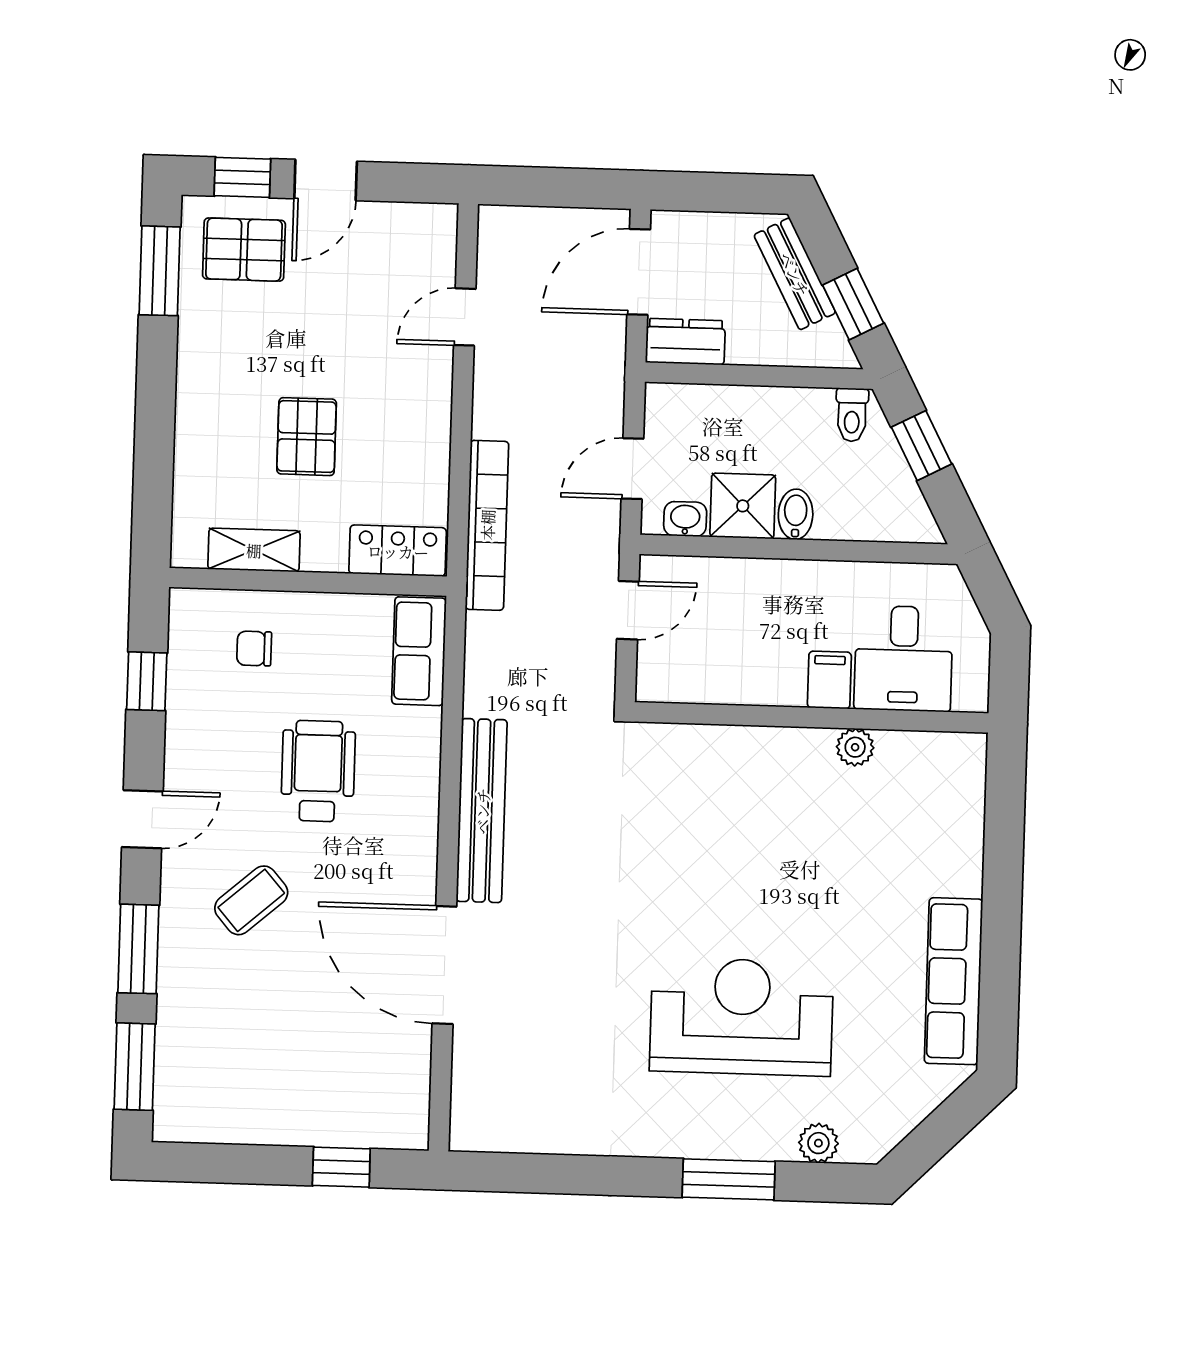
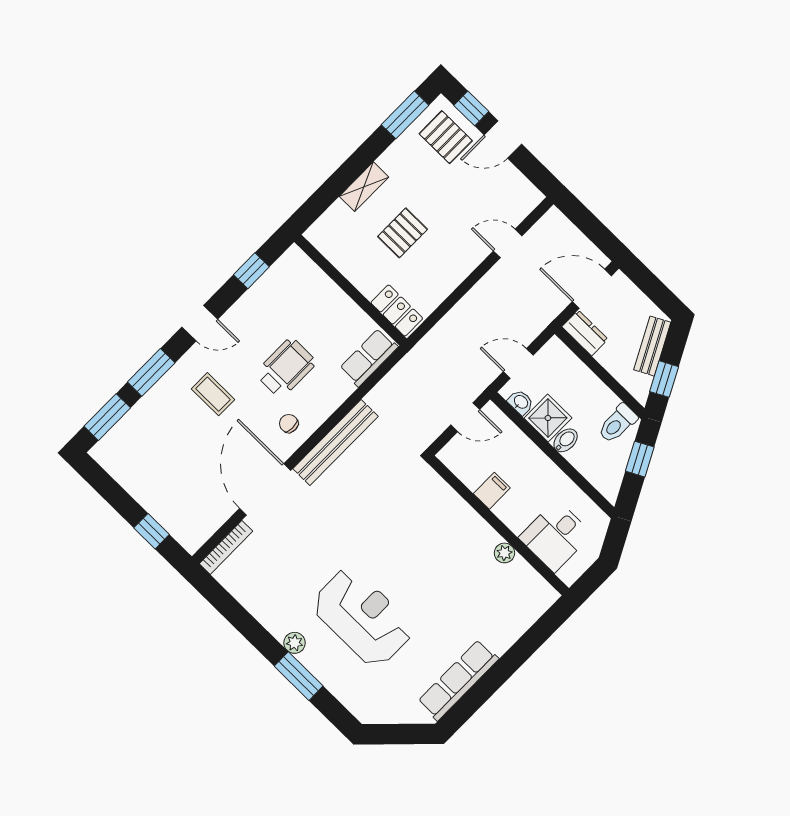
toilet: (852, 415) -> (617, 423), width x1.37, depth x1.39
bookcase: (487, 525) -> (226, 547), moved, width x0.68, depth x0.76
shelving: (254, 550) -> (364, 187), moved, turned 90
chair: (254, 649) -> (289, 424), moved
filing cabinet: (829, 680) -> (492, 491), moved
coffee table: (251, 900) -> (213, 394), turned 41
plant: (818, 1143) -> (294, 643), moved

